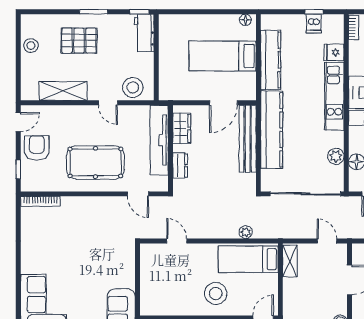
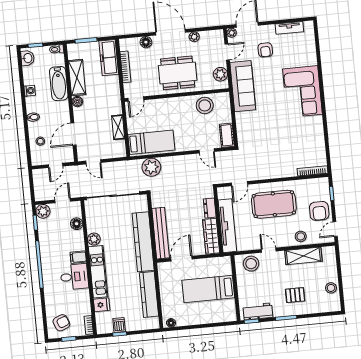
workbench: (144, 33) -> (258, 311), moved, turned -90
pallet: (79, 41) -> (295, 295), width x0.67, depth x0.71
bed: (223, 56) -> (208, 289), moved, turned 180
stool: (64, 117) -> (301, 236), added
wardrobe: (182, 128) -> (211, 236), width x1.50
plant: (336, 156) -> (94, 239), moved
door: (138, 194) -> (239, 184), swing flipped
plant: (246, 232) -> (151, 167), width x1.88, depth x1.88
cot: (148, 259) -> (227, 135), added
shelving: (290, 261) -> (118, 127), moved
stool: (216, 294) -> (205, 105), moved

